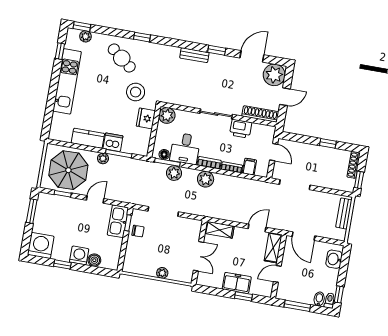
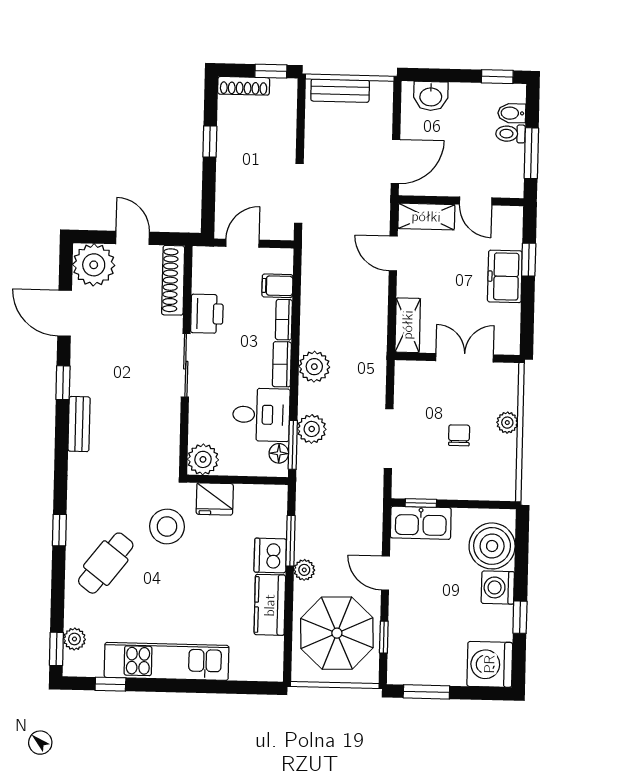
chair: (138, 231) -> (459, 435), moved
boiler: (94, 260) -> (492, 546), width x1.86, depth x1.86
toilet: (330, 300) -> (511, 134), moved

